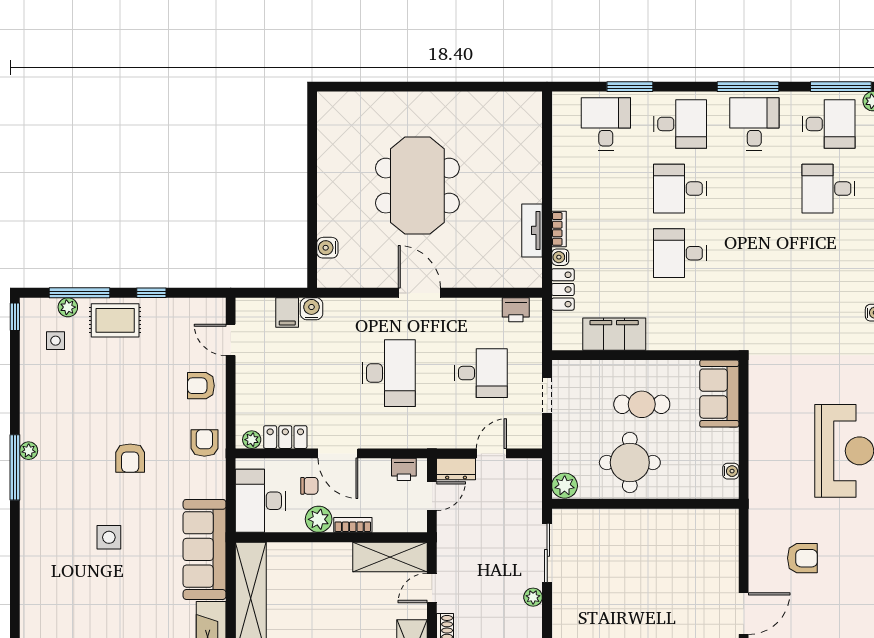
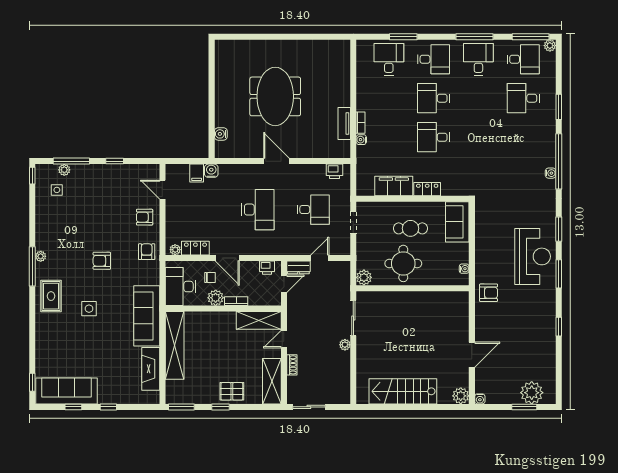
locker: (563, 289) -> (427, 189), moved, turned -90
rug: (115, 320) -> (51, 296), moved, turned 90
armchair: (130, 458) -> (102, 261), turned 90
armchair: (802, 558) -> (489, 293), moved

